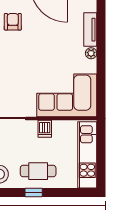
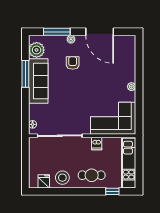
tv unit: (90, 30) -> (131, 69), removed
window: (34, 193) -> (112, 191), moved

